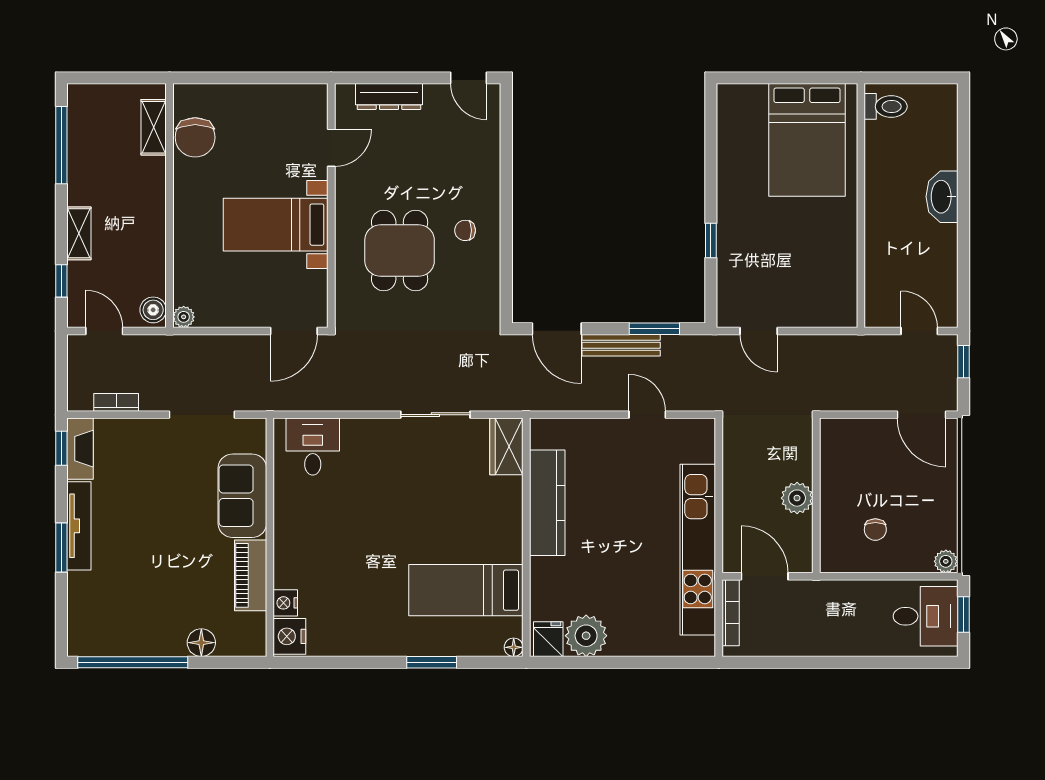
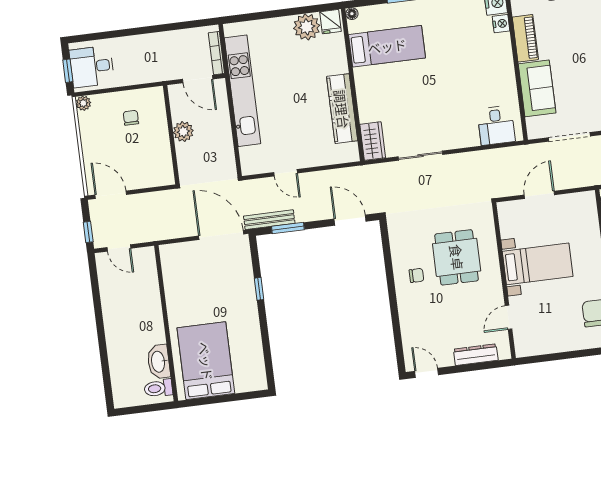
washbasin: (942, 197) -> (159, 362), moved, turned 180
plant: (184, 317) -> (589, 198), removed
door: (294, 331) -> (539, 195), moved
door: (759, 331) -> (221, 235), width x1.88
bench: (621, 345) -> (269, 220), moved

